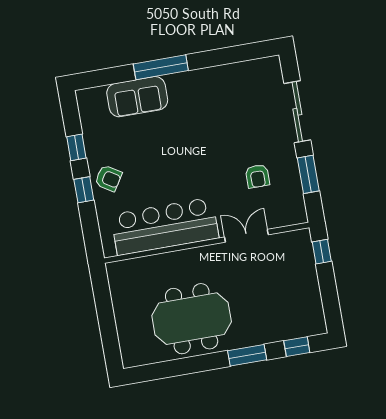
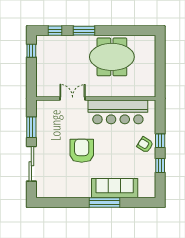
sofa: (137, 97) -> (115, 188), width x1.36
armchair: (257, 176) -> (82, 151), moved, width x1.88, depth x1.88
double door: (246, 236) -> (73, 98), swing flipped
window: (322, 252) -> (31, 51), moved

